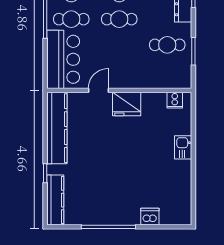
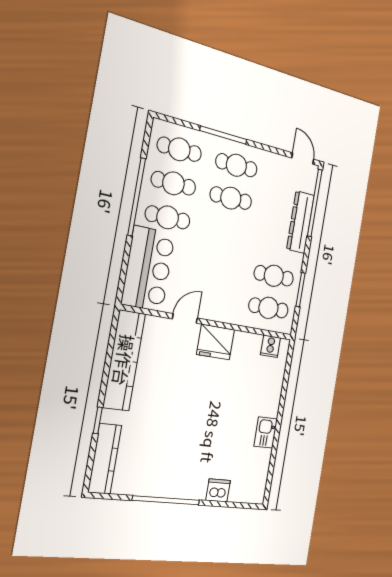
cafe table: (119, 19) -> (268, 308), moved
kitchen sink: (183, 147) -> (266, 433), moved

